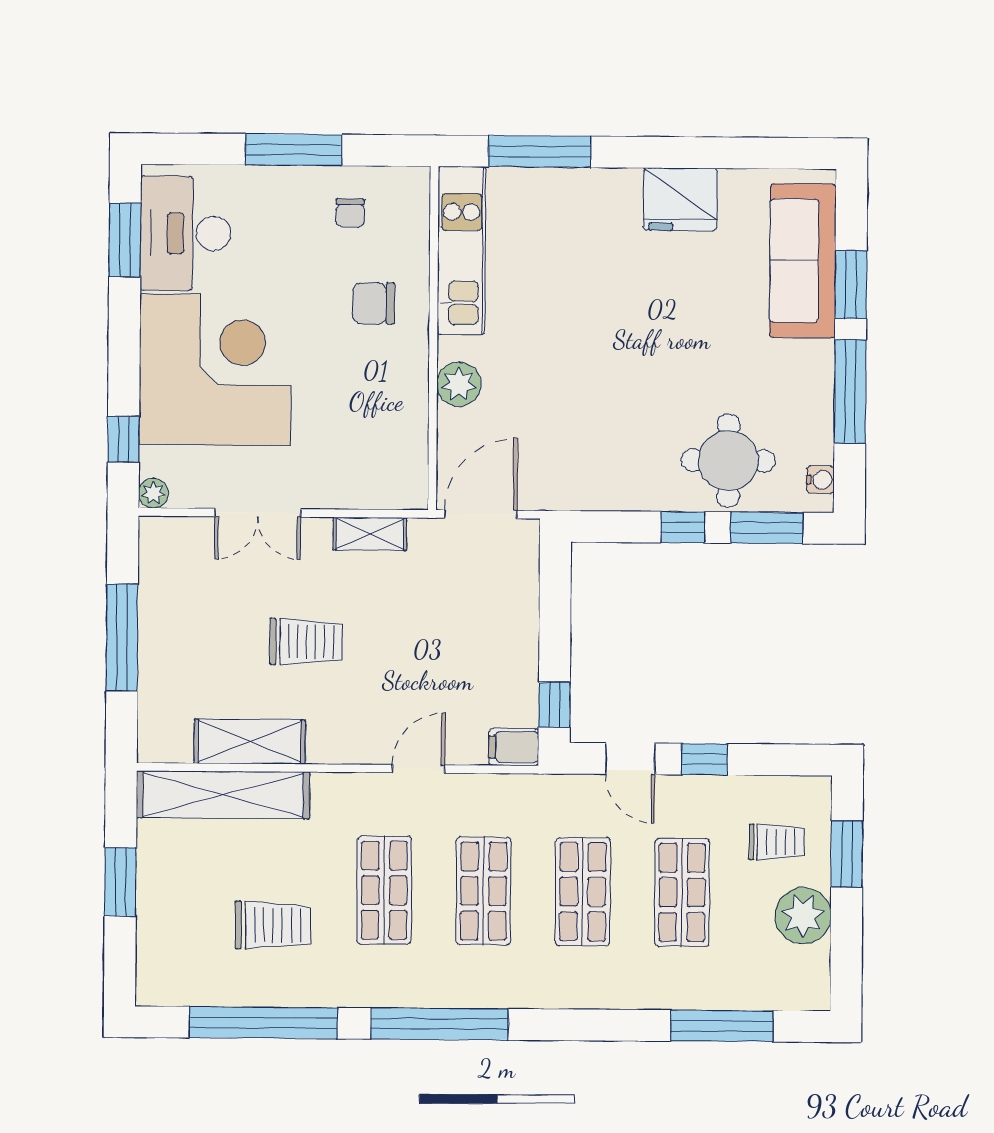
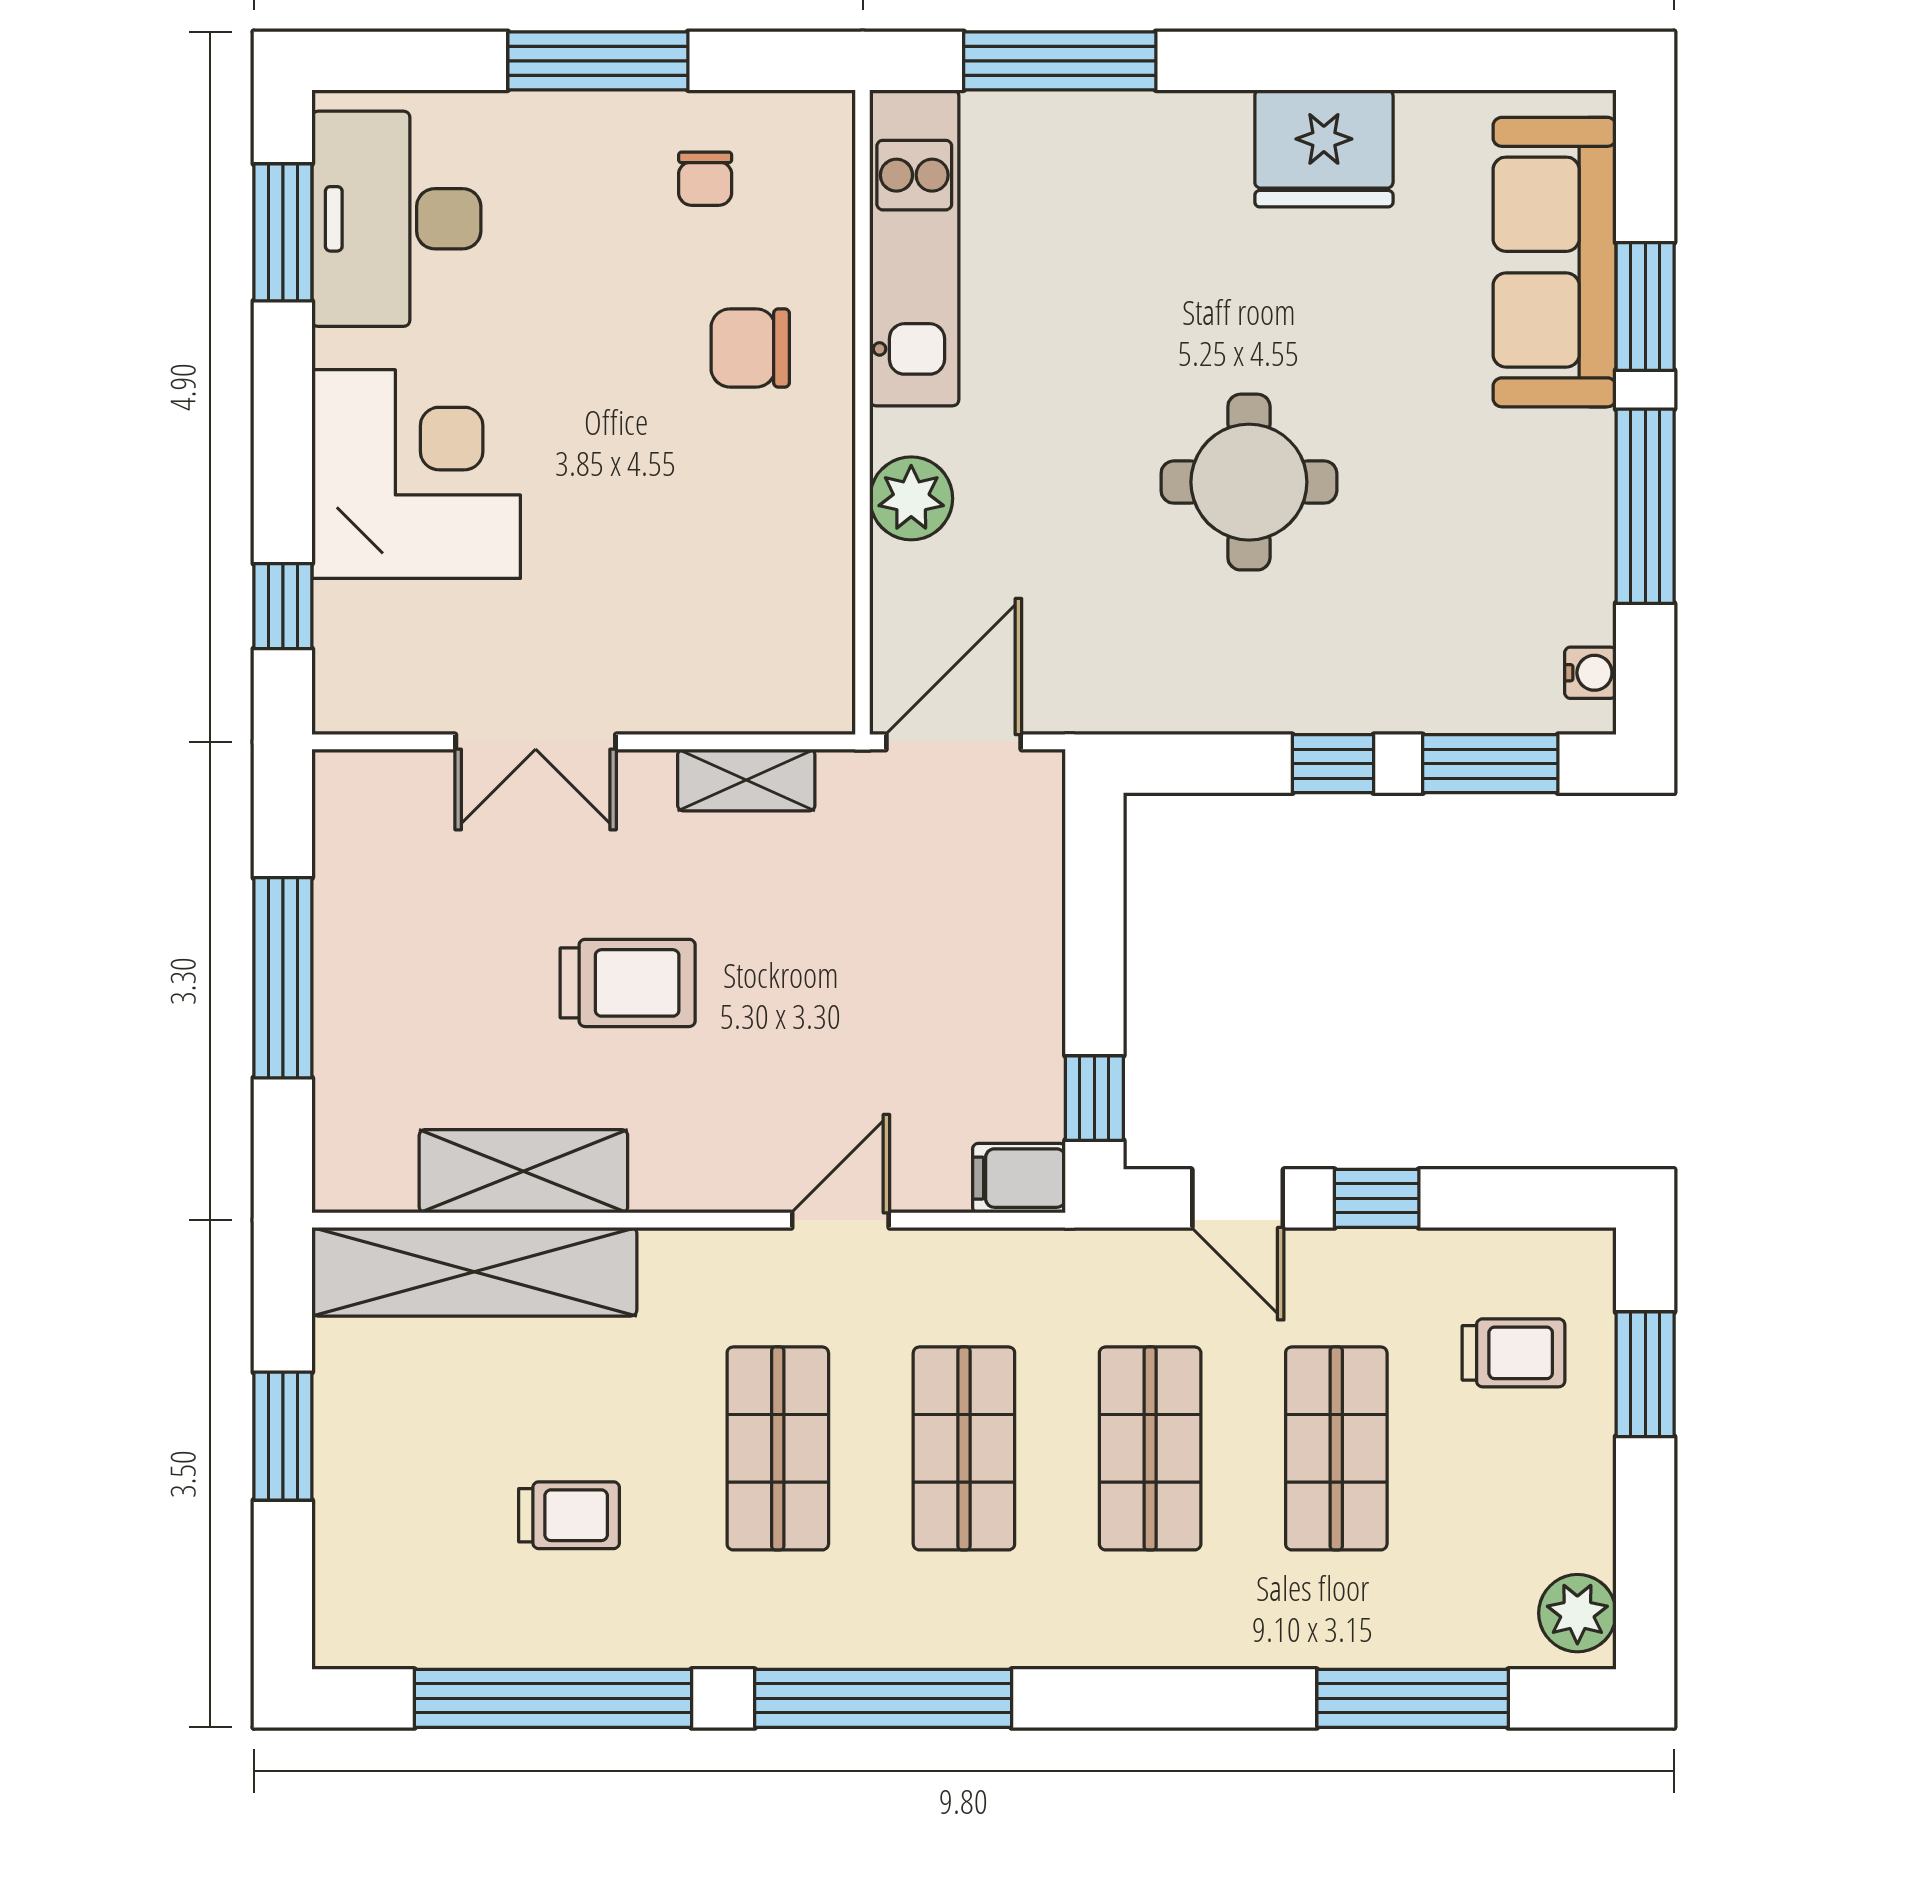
corner desk: (215, 370) -> (416, 474), width x0.74, depth x0.74
round table: (728, 461) -> (1249, 482), moved
plant: (153, 493) -> (340, 707), removed
plant: (803, 916) -> (1577, 1613), moved, width x0.73, depth x0.73
trolley: (273, 925) -> (569, 1515), width x0.73, depth x0.72

